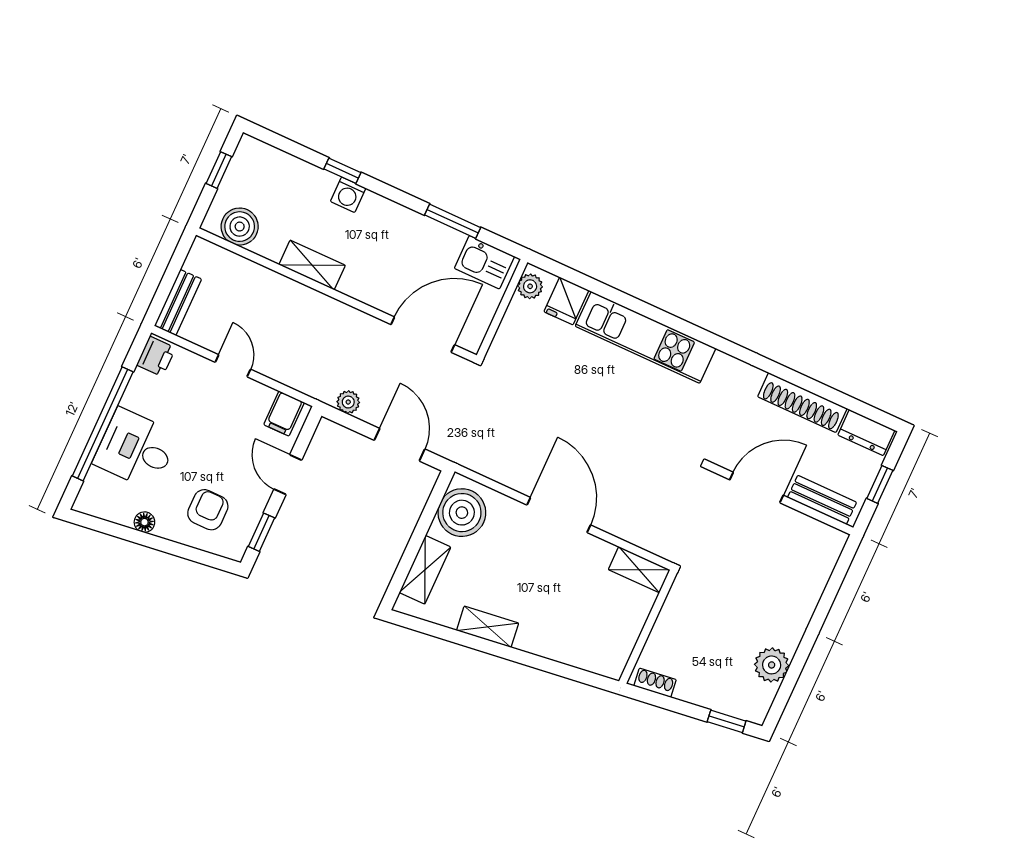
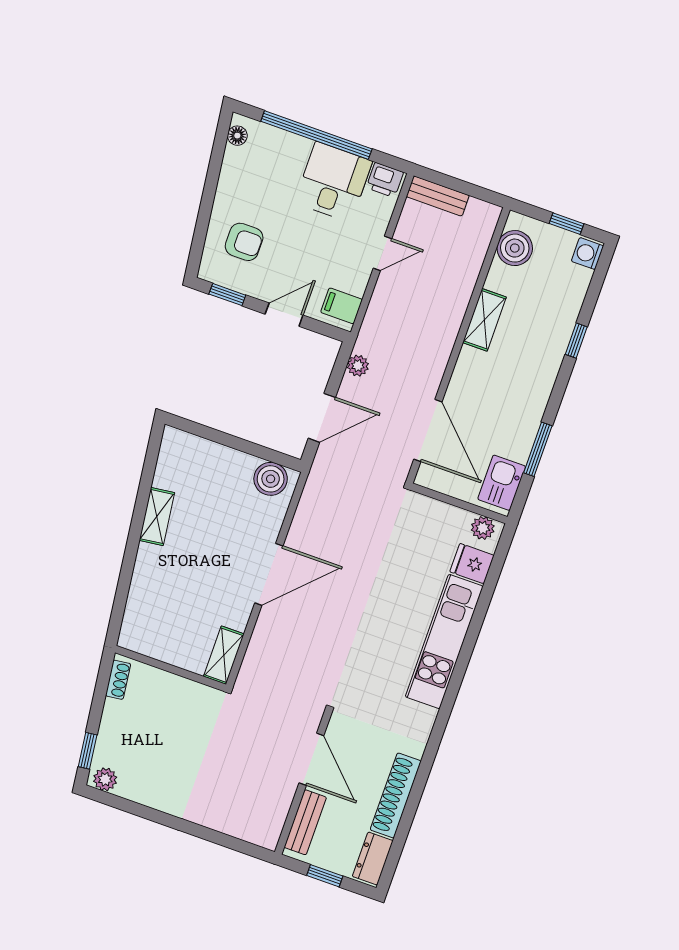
washing machine: (348, 195) -> (587, 254), moved
desk: (136, 449) -> (333, 182), moved
boiler: (462, 513) -> (271, 479), width x0.73, depth x0.73
floor lamp: (144, 522) -> (237, 136), moved
shelving: (425, 570) -> (206, 452), removed
plant: (772, 665) -> (105, 779), moved, width x0.73, depth x0.73

